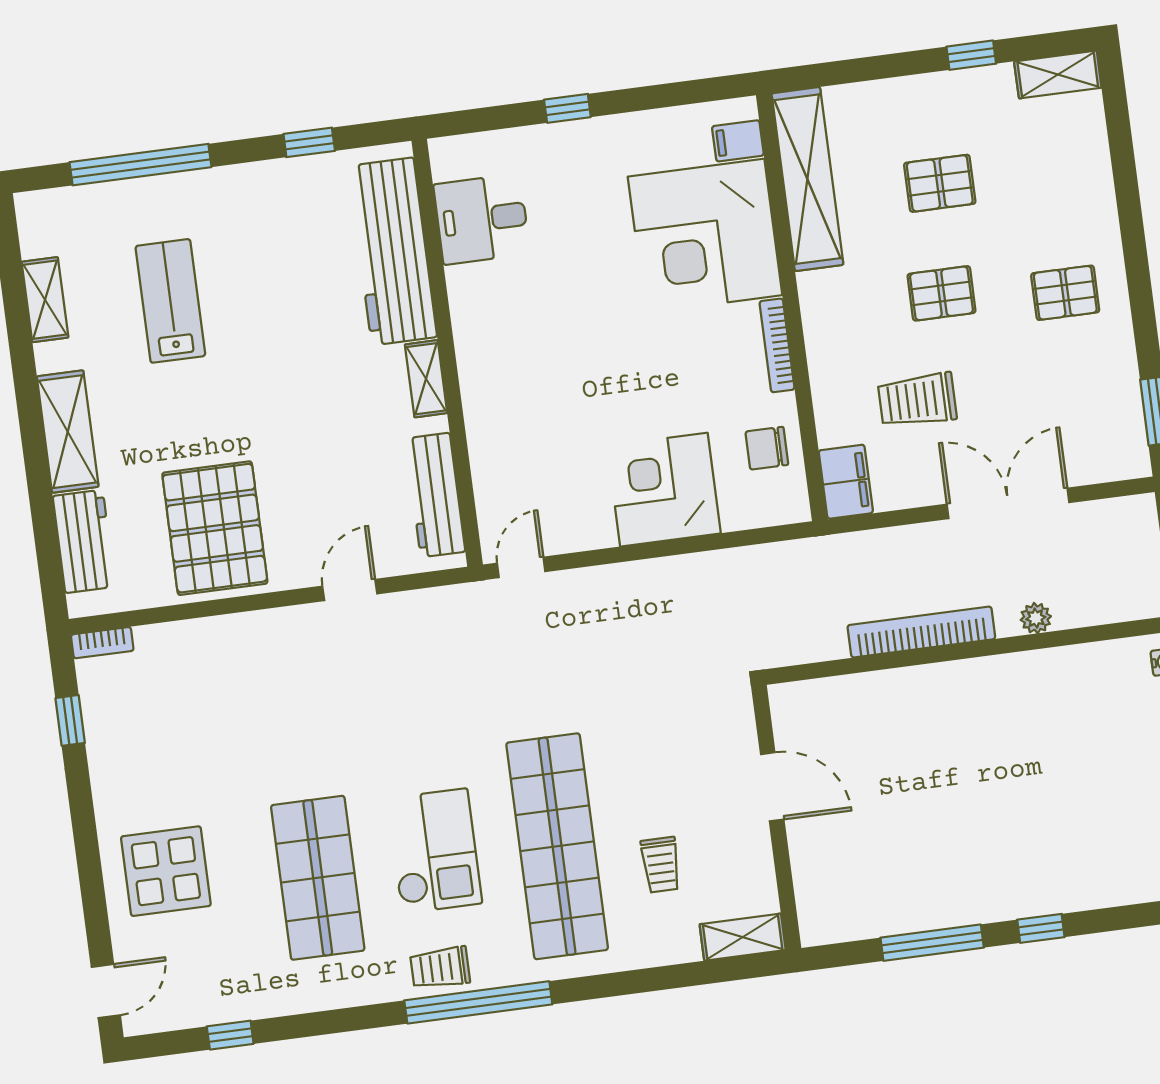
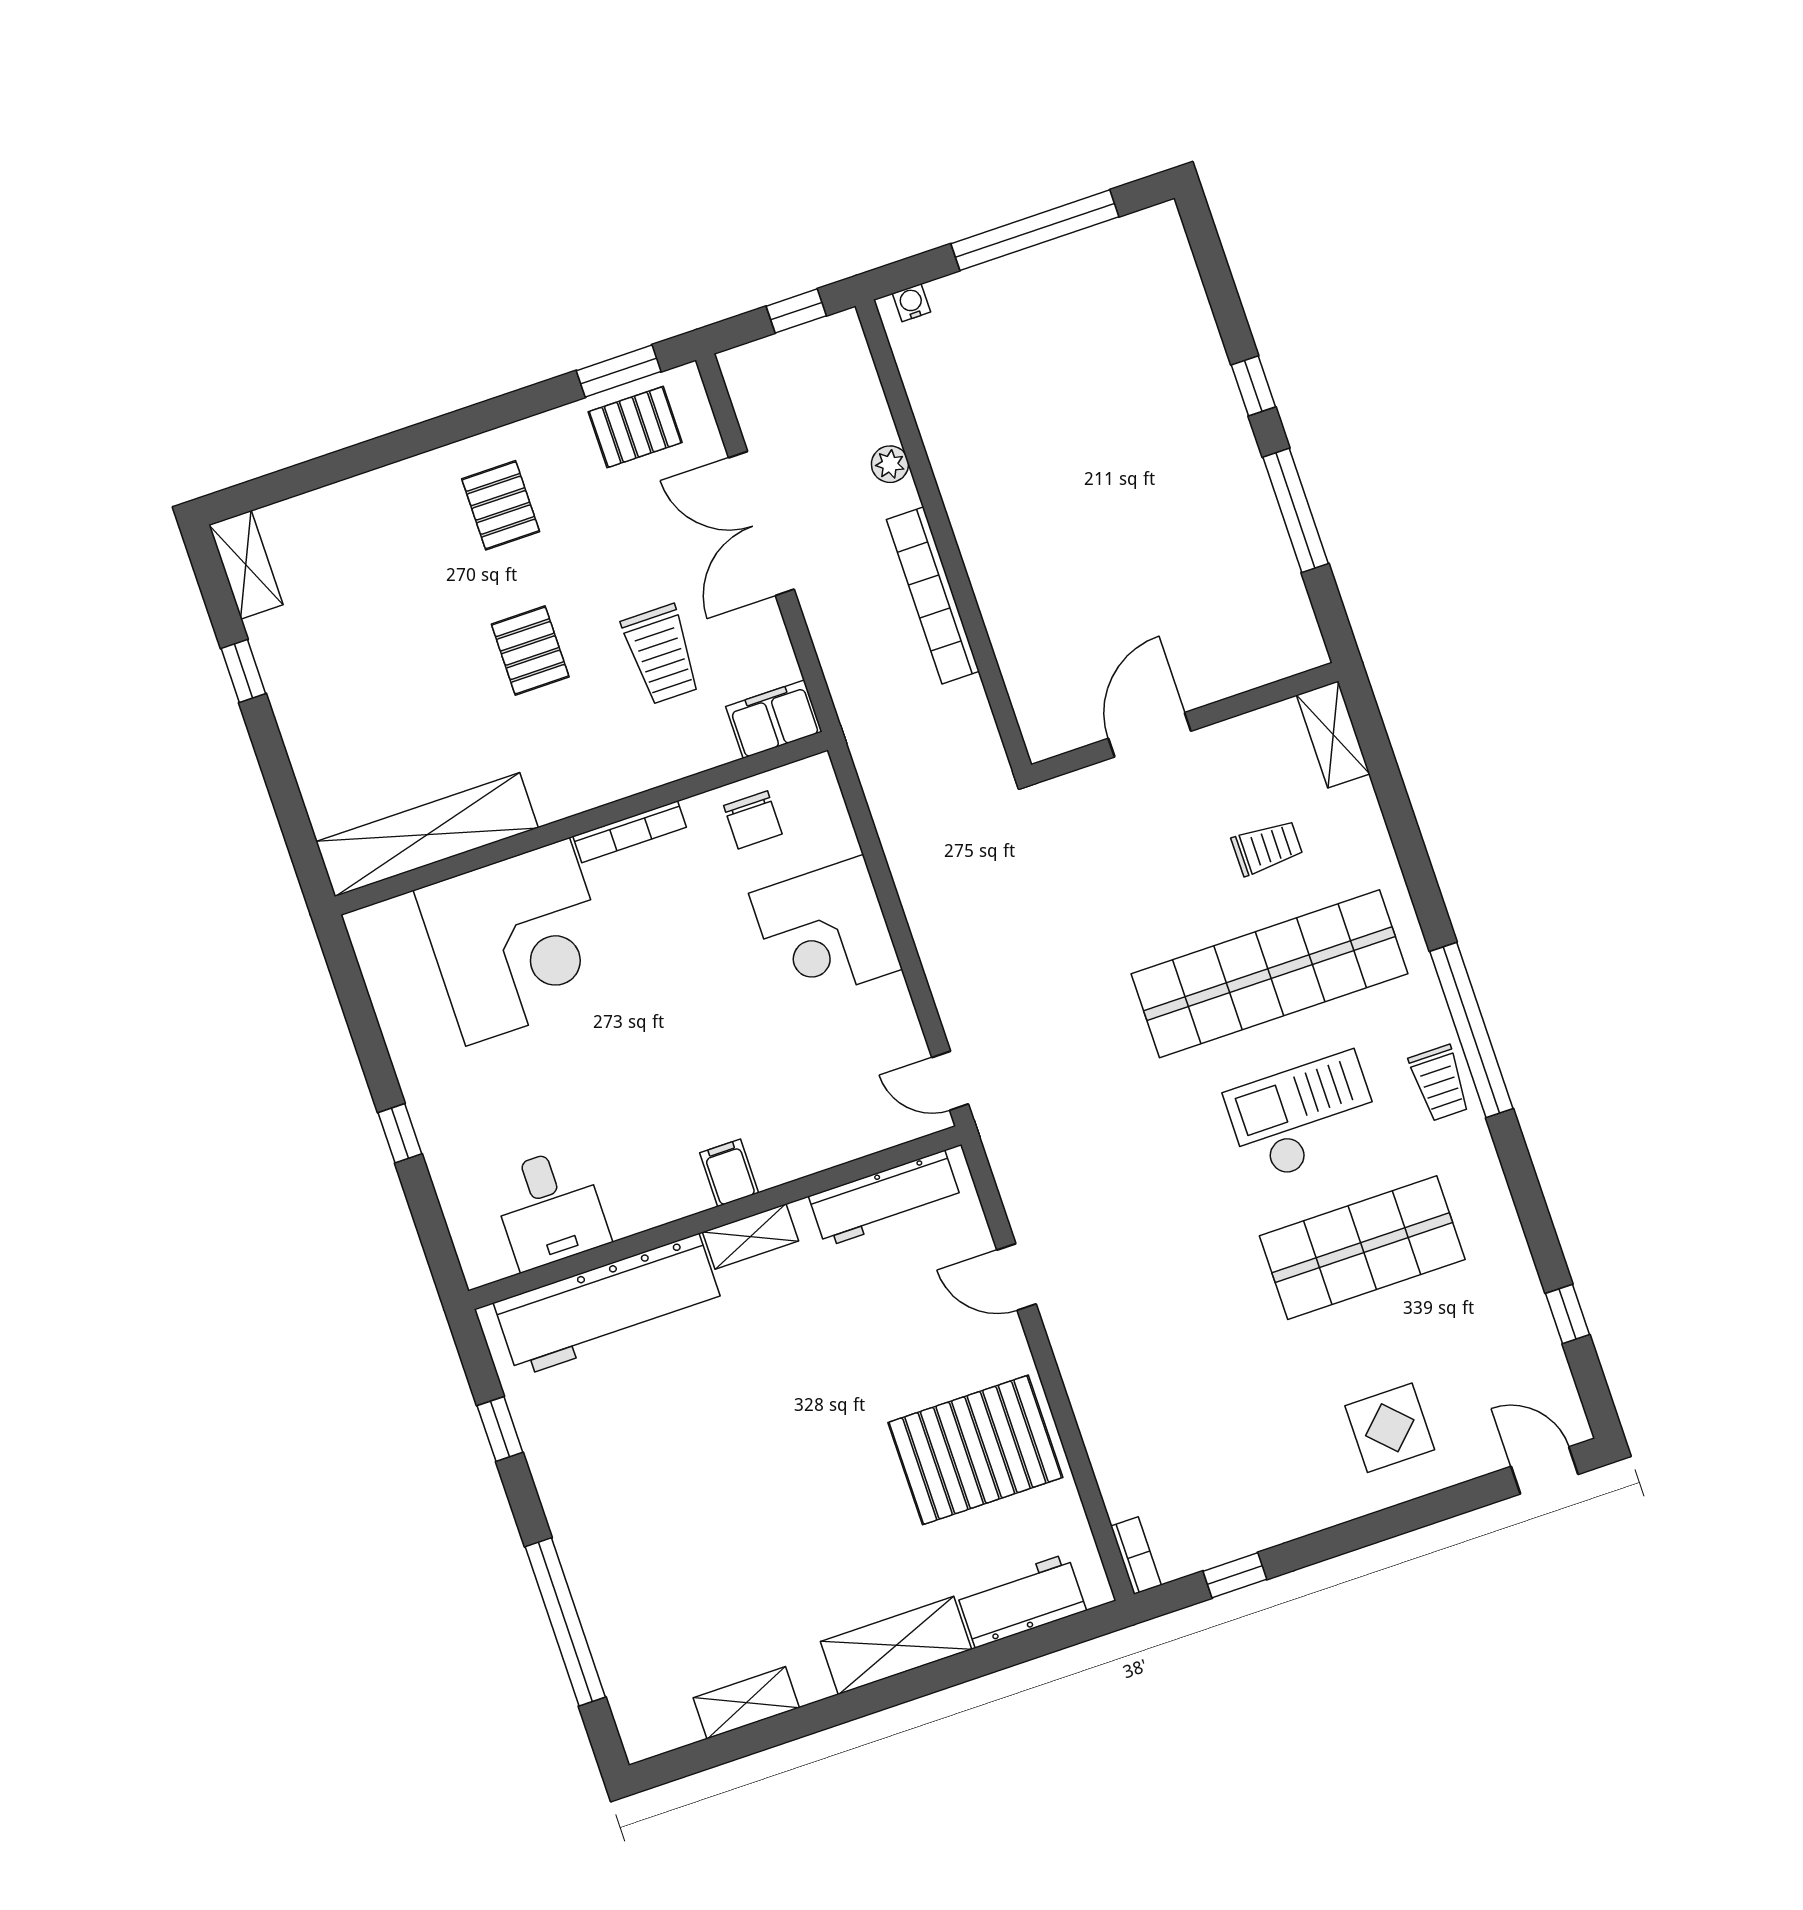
filing cabinet: (738, 141) -> (729, 1173), moved, turned 180
pallet: (940, 183) -> (635, 427), moved, turned 90
lab bench: (170, 301) -> (719, 1555), removed
display table: (166, 871) -> (1390, 1428), width x0.73, depth x0.73

